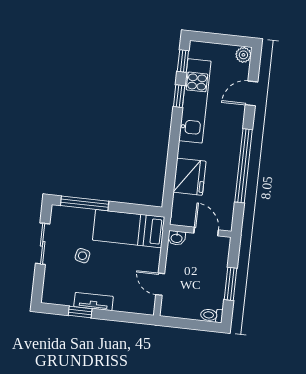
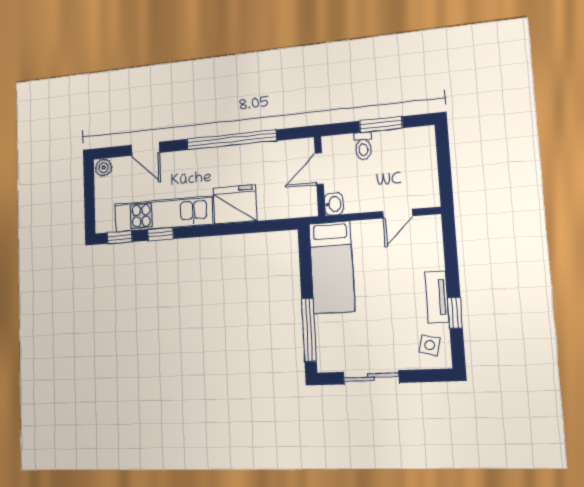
fridge: (190, 177) -> (235, 204), moved
side table: (82, 256) -> (430, 345), moved
toilet: (212, 315) -> (363, 146), moved

